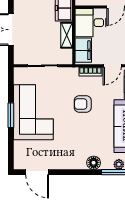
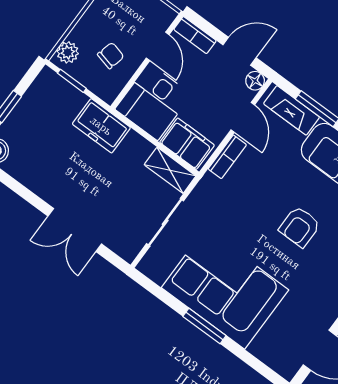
shelving: (67, 35) -> (170, 170), moved
armchair: (83, 104) -> (300, 227), moved

